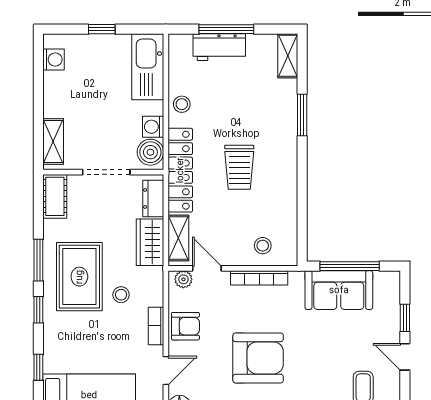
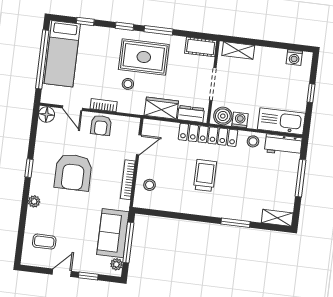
workbench: (219, 47) -> (283, 145), moved, turned -90
trolley: (239, 167) -> (205, 175), turned 90
shelving: (178, 238) -> (162, 128), removed
plant: (183, 279) -> (116, 264), moved

